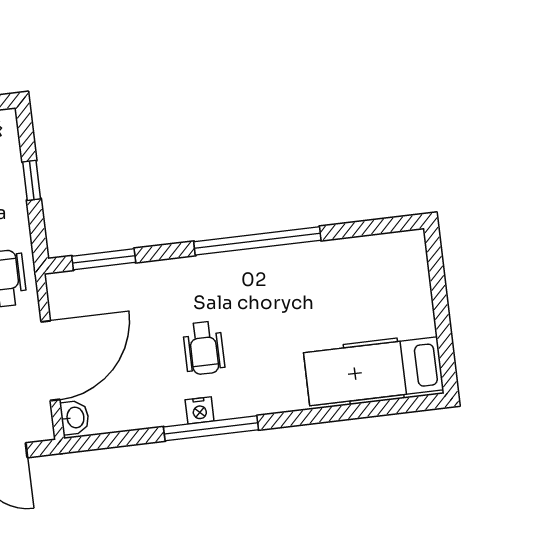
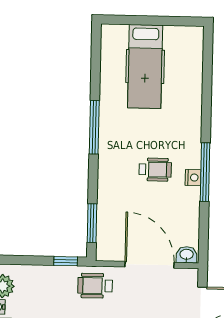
window: (32, 180) -> (66, 261), moved
window: (257, 241) -> (94, 127), width x0.68
hospital bed: (374, 371) -> (145, 66), moved

